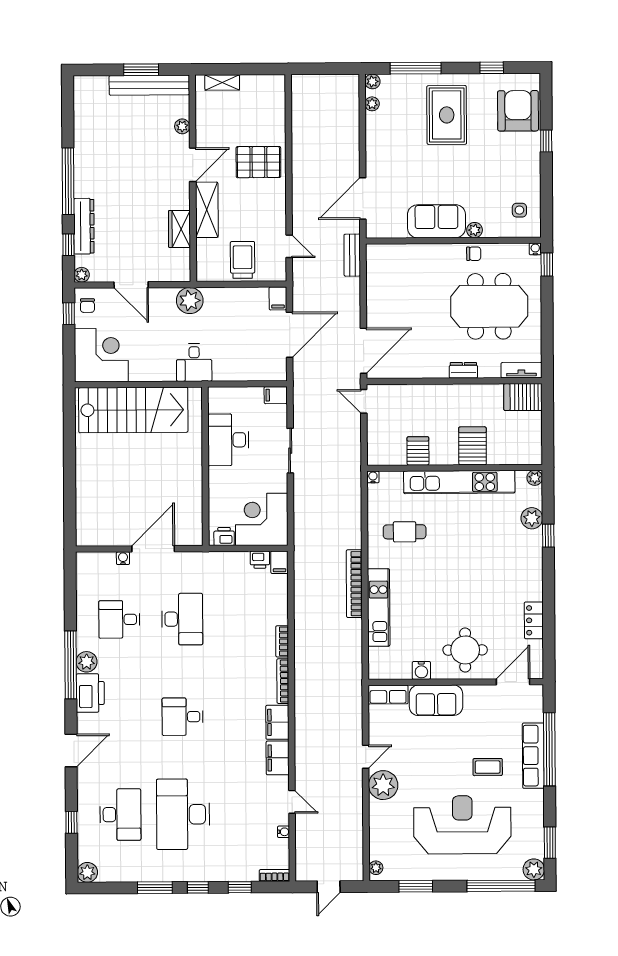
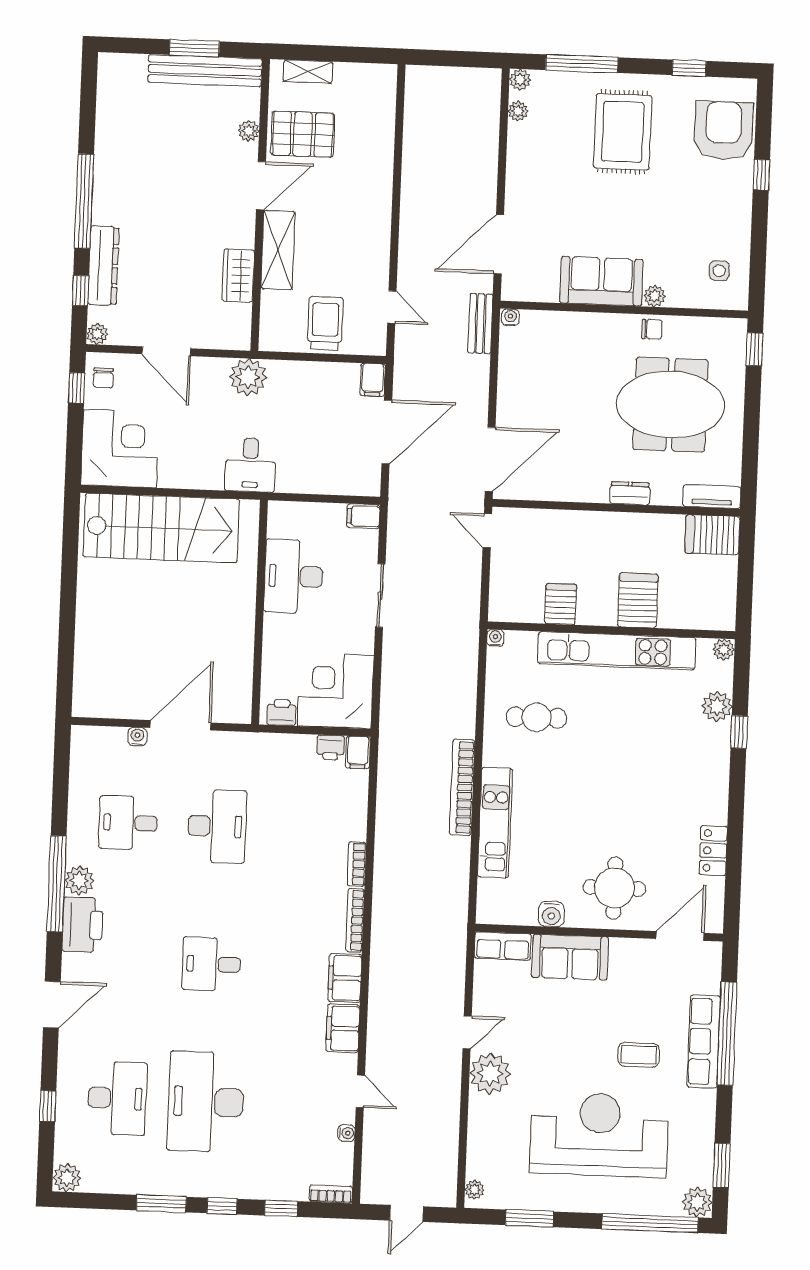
pallet: (258, 162) -> (303, 134), moved
water cooler: (535, 249) -> (510, 317), moved

